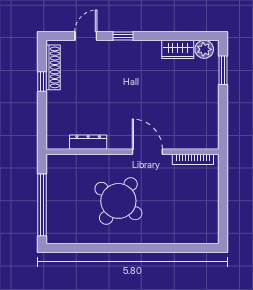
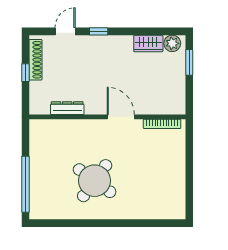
dresser: (88, 142) -> (67, 108), moved
wall: (133, 152) -> (107, 117), moved
door: (147, 152) -> (121, 117), moved
bookcase: (193, 159) -> (162, 124), moved

